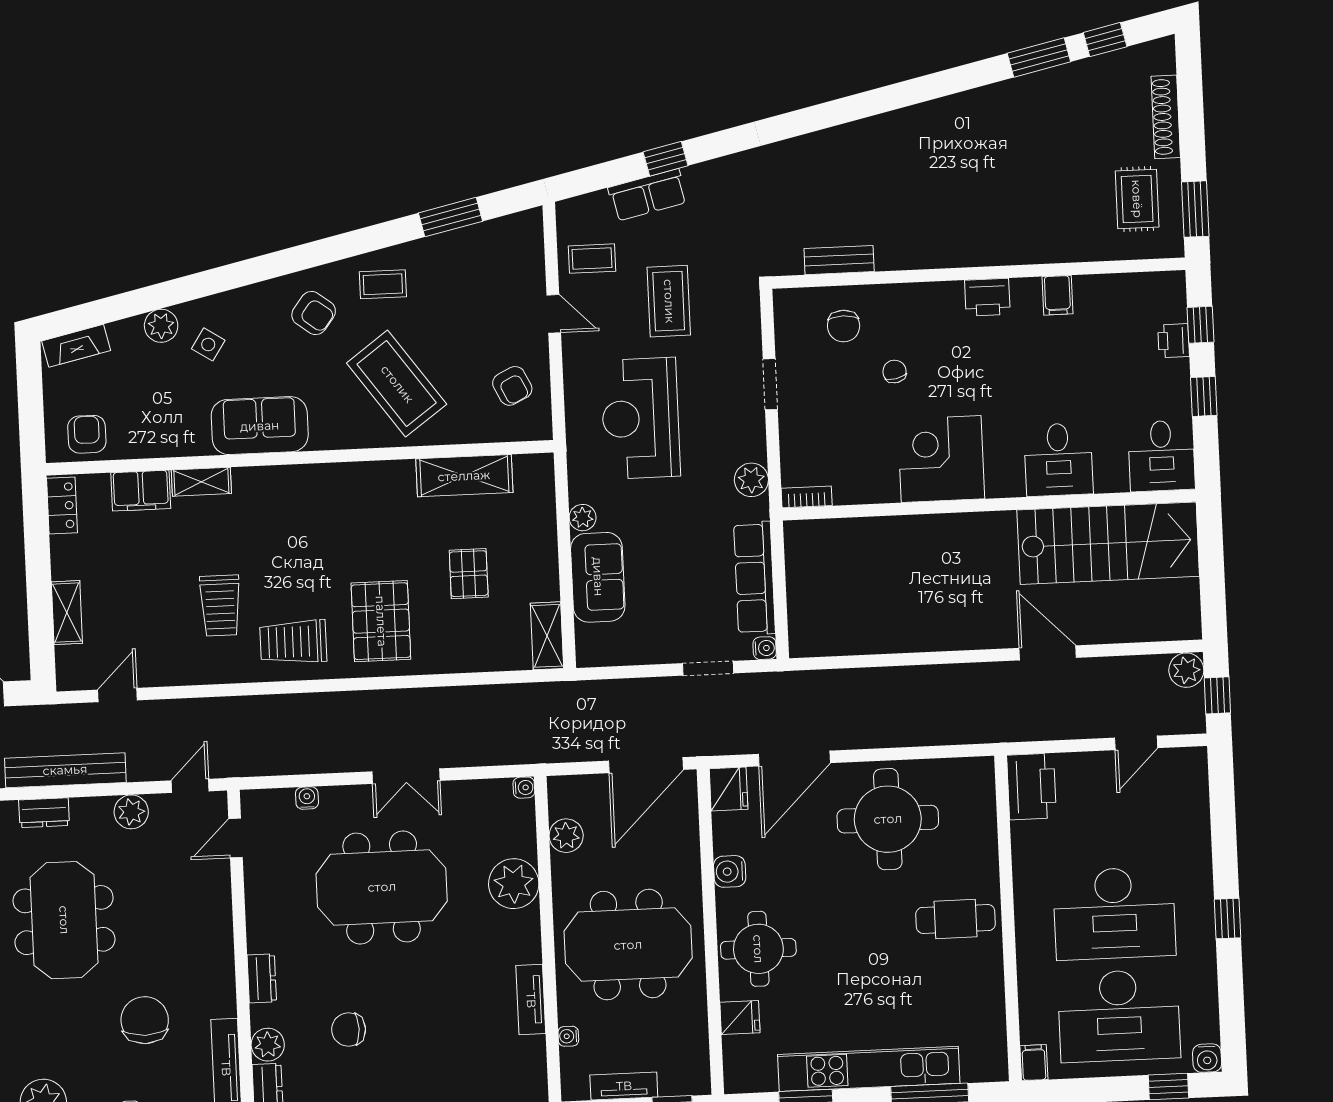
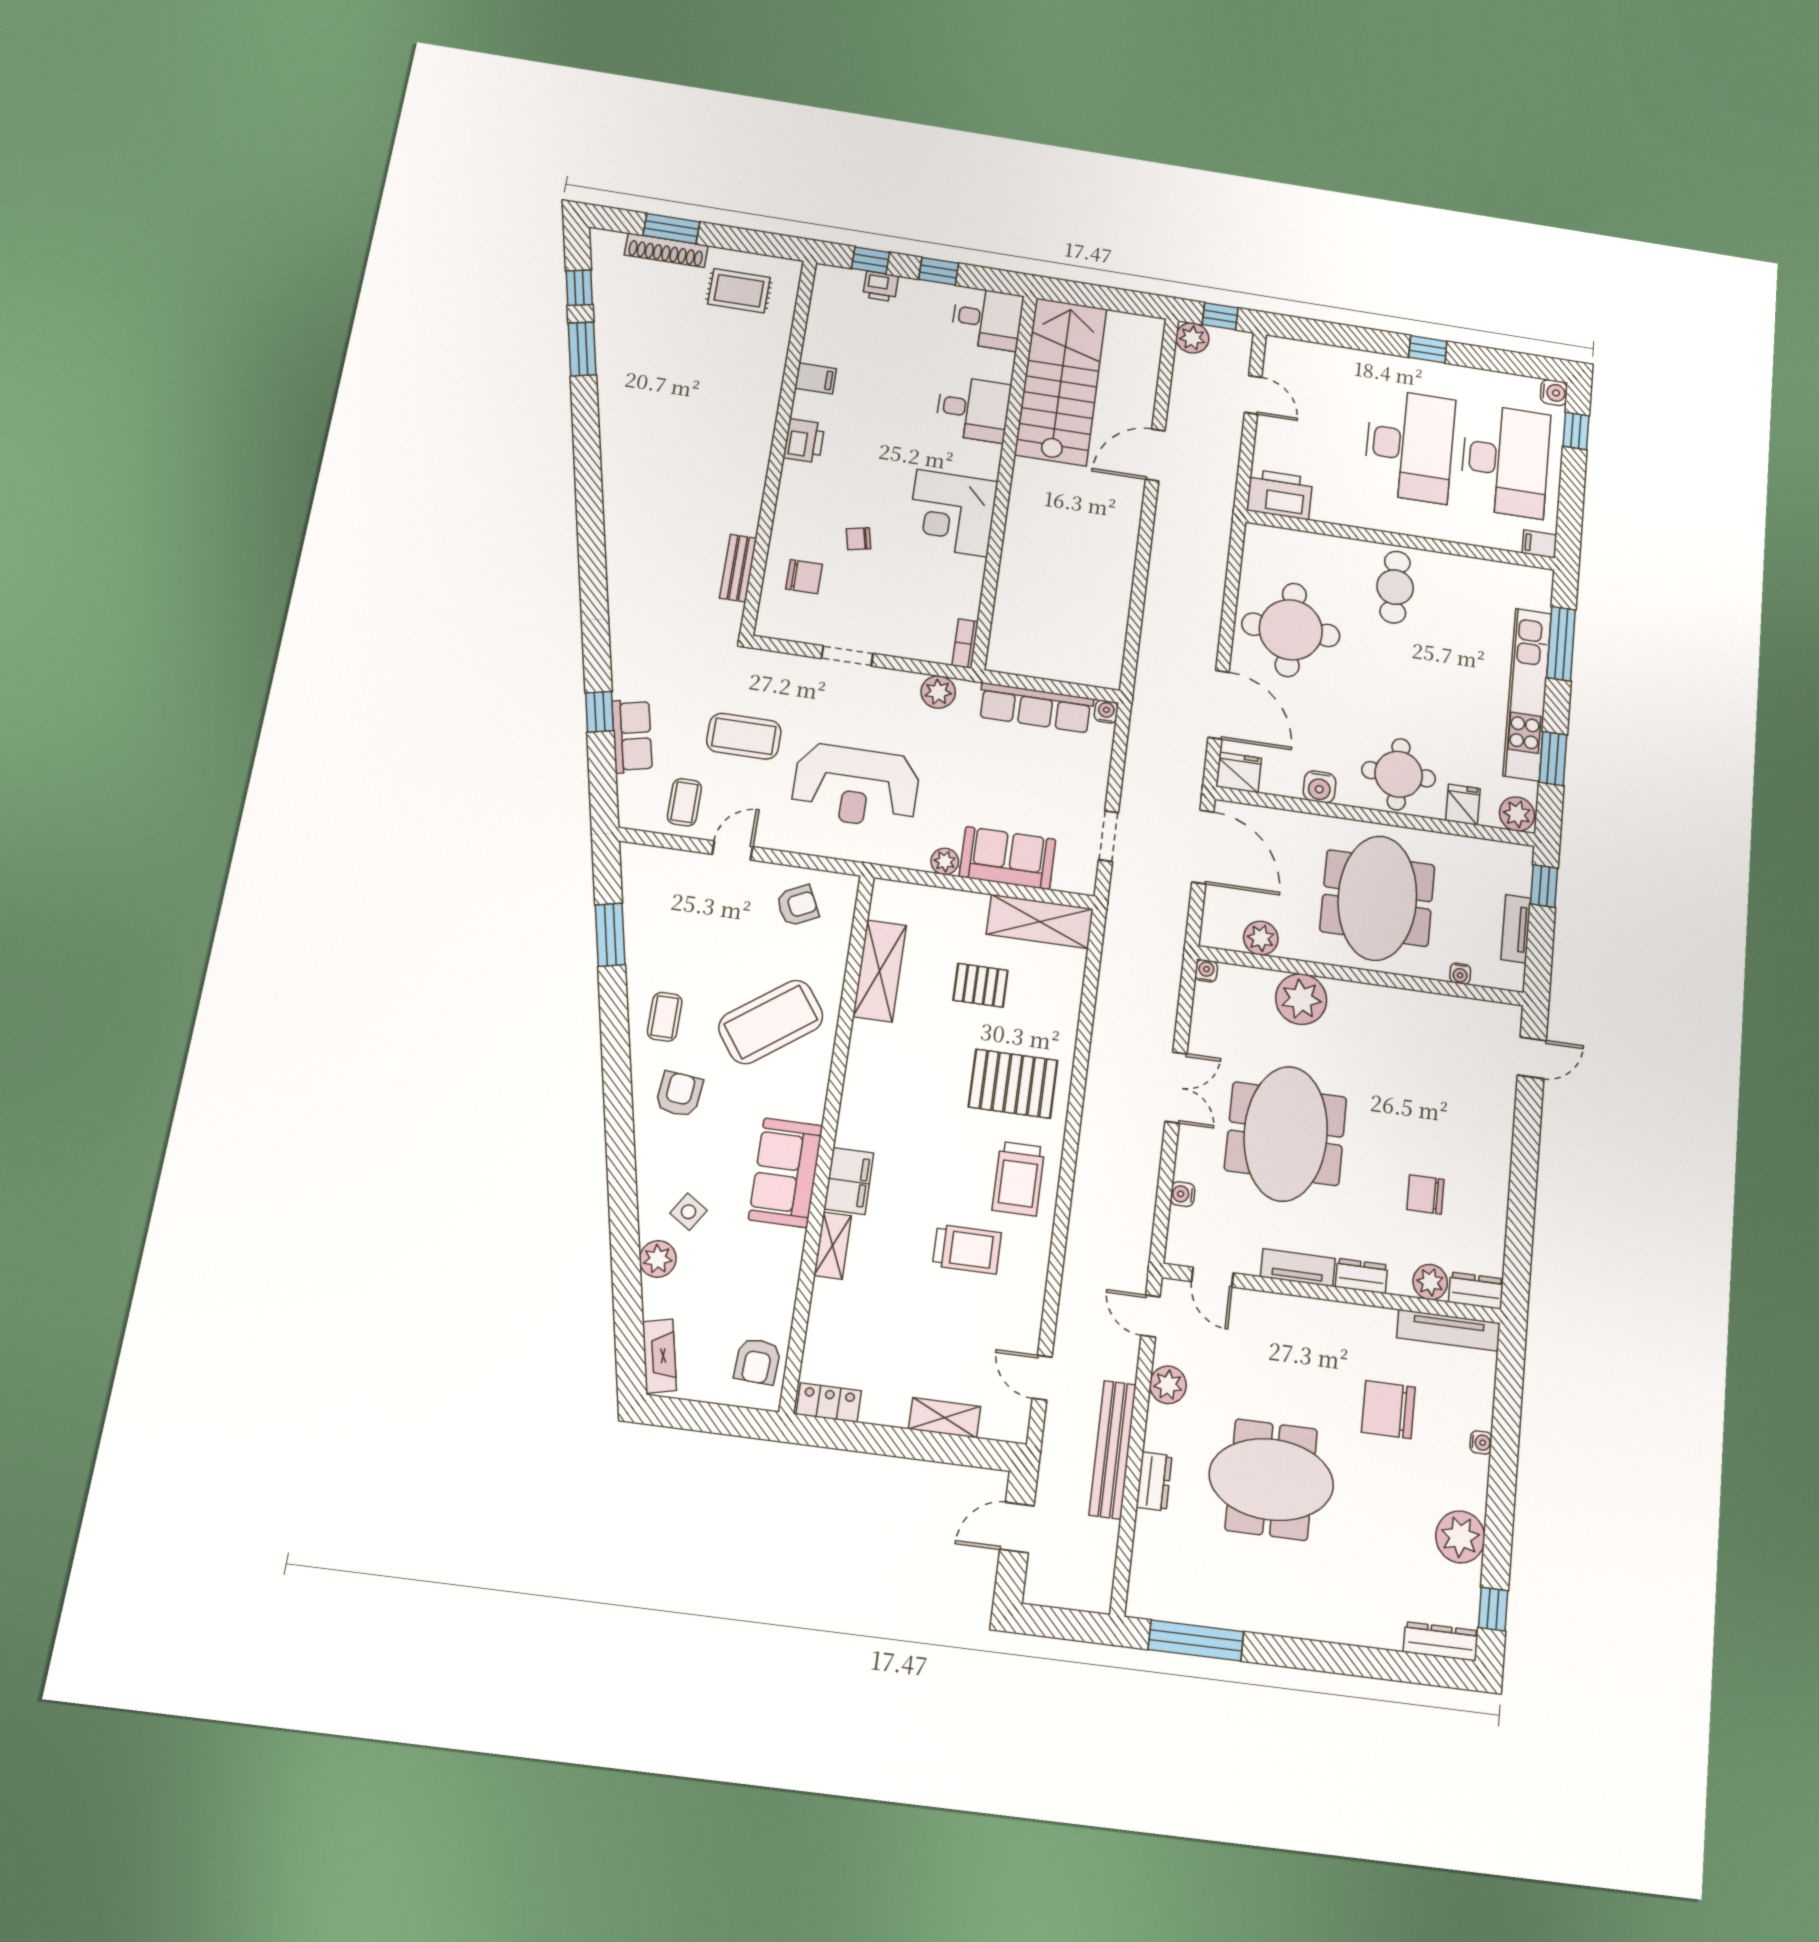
window: (1195, 209) -> (671, 229), moved
armchair: (314, 313) -> (679, 1094), turned -31
armchair: (87, 434) -> (757, 1361), turned -87
filing cabinet: (141, 491) -> (849, 1181), moved
shelving: (547, 636) -> (1040, 922), width x1.50, depth x1.33
doorway: (708, 668) -> (1109, 836), moved
tv unit: (531, 1000) -> (1298, 1268), moved, turned 180
chair: (349, 1030) -> (1425, 1194), turned 90
plant: (741, 1073) -> (1517, 814), added

